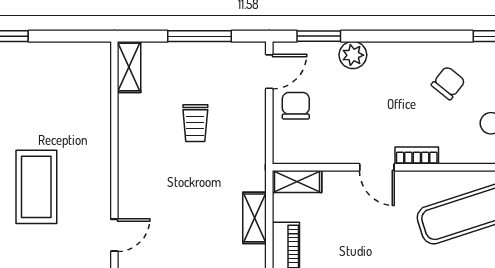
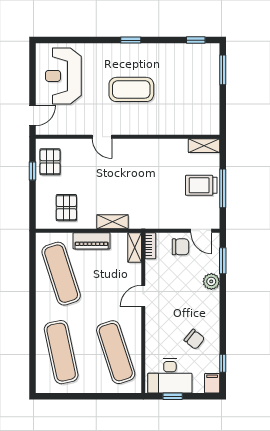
trolley: (195, 123) -> (201, 185), moved, width x1.36, depth x1.39
bookcase: (417, 155) -> (150, 246), moved

